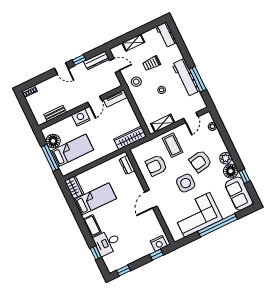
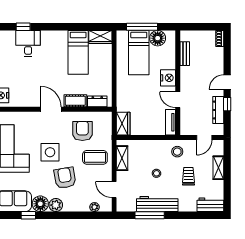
dresser: (96, 60) -> (218, 110), moved
wardrobe: (130, 138) -> (123, 124), width x0.67
cot: (92, 226) -> (75, 101), moved

